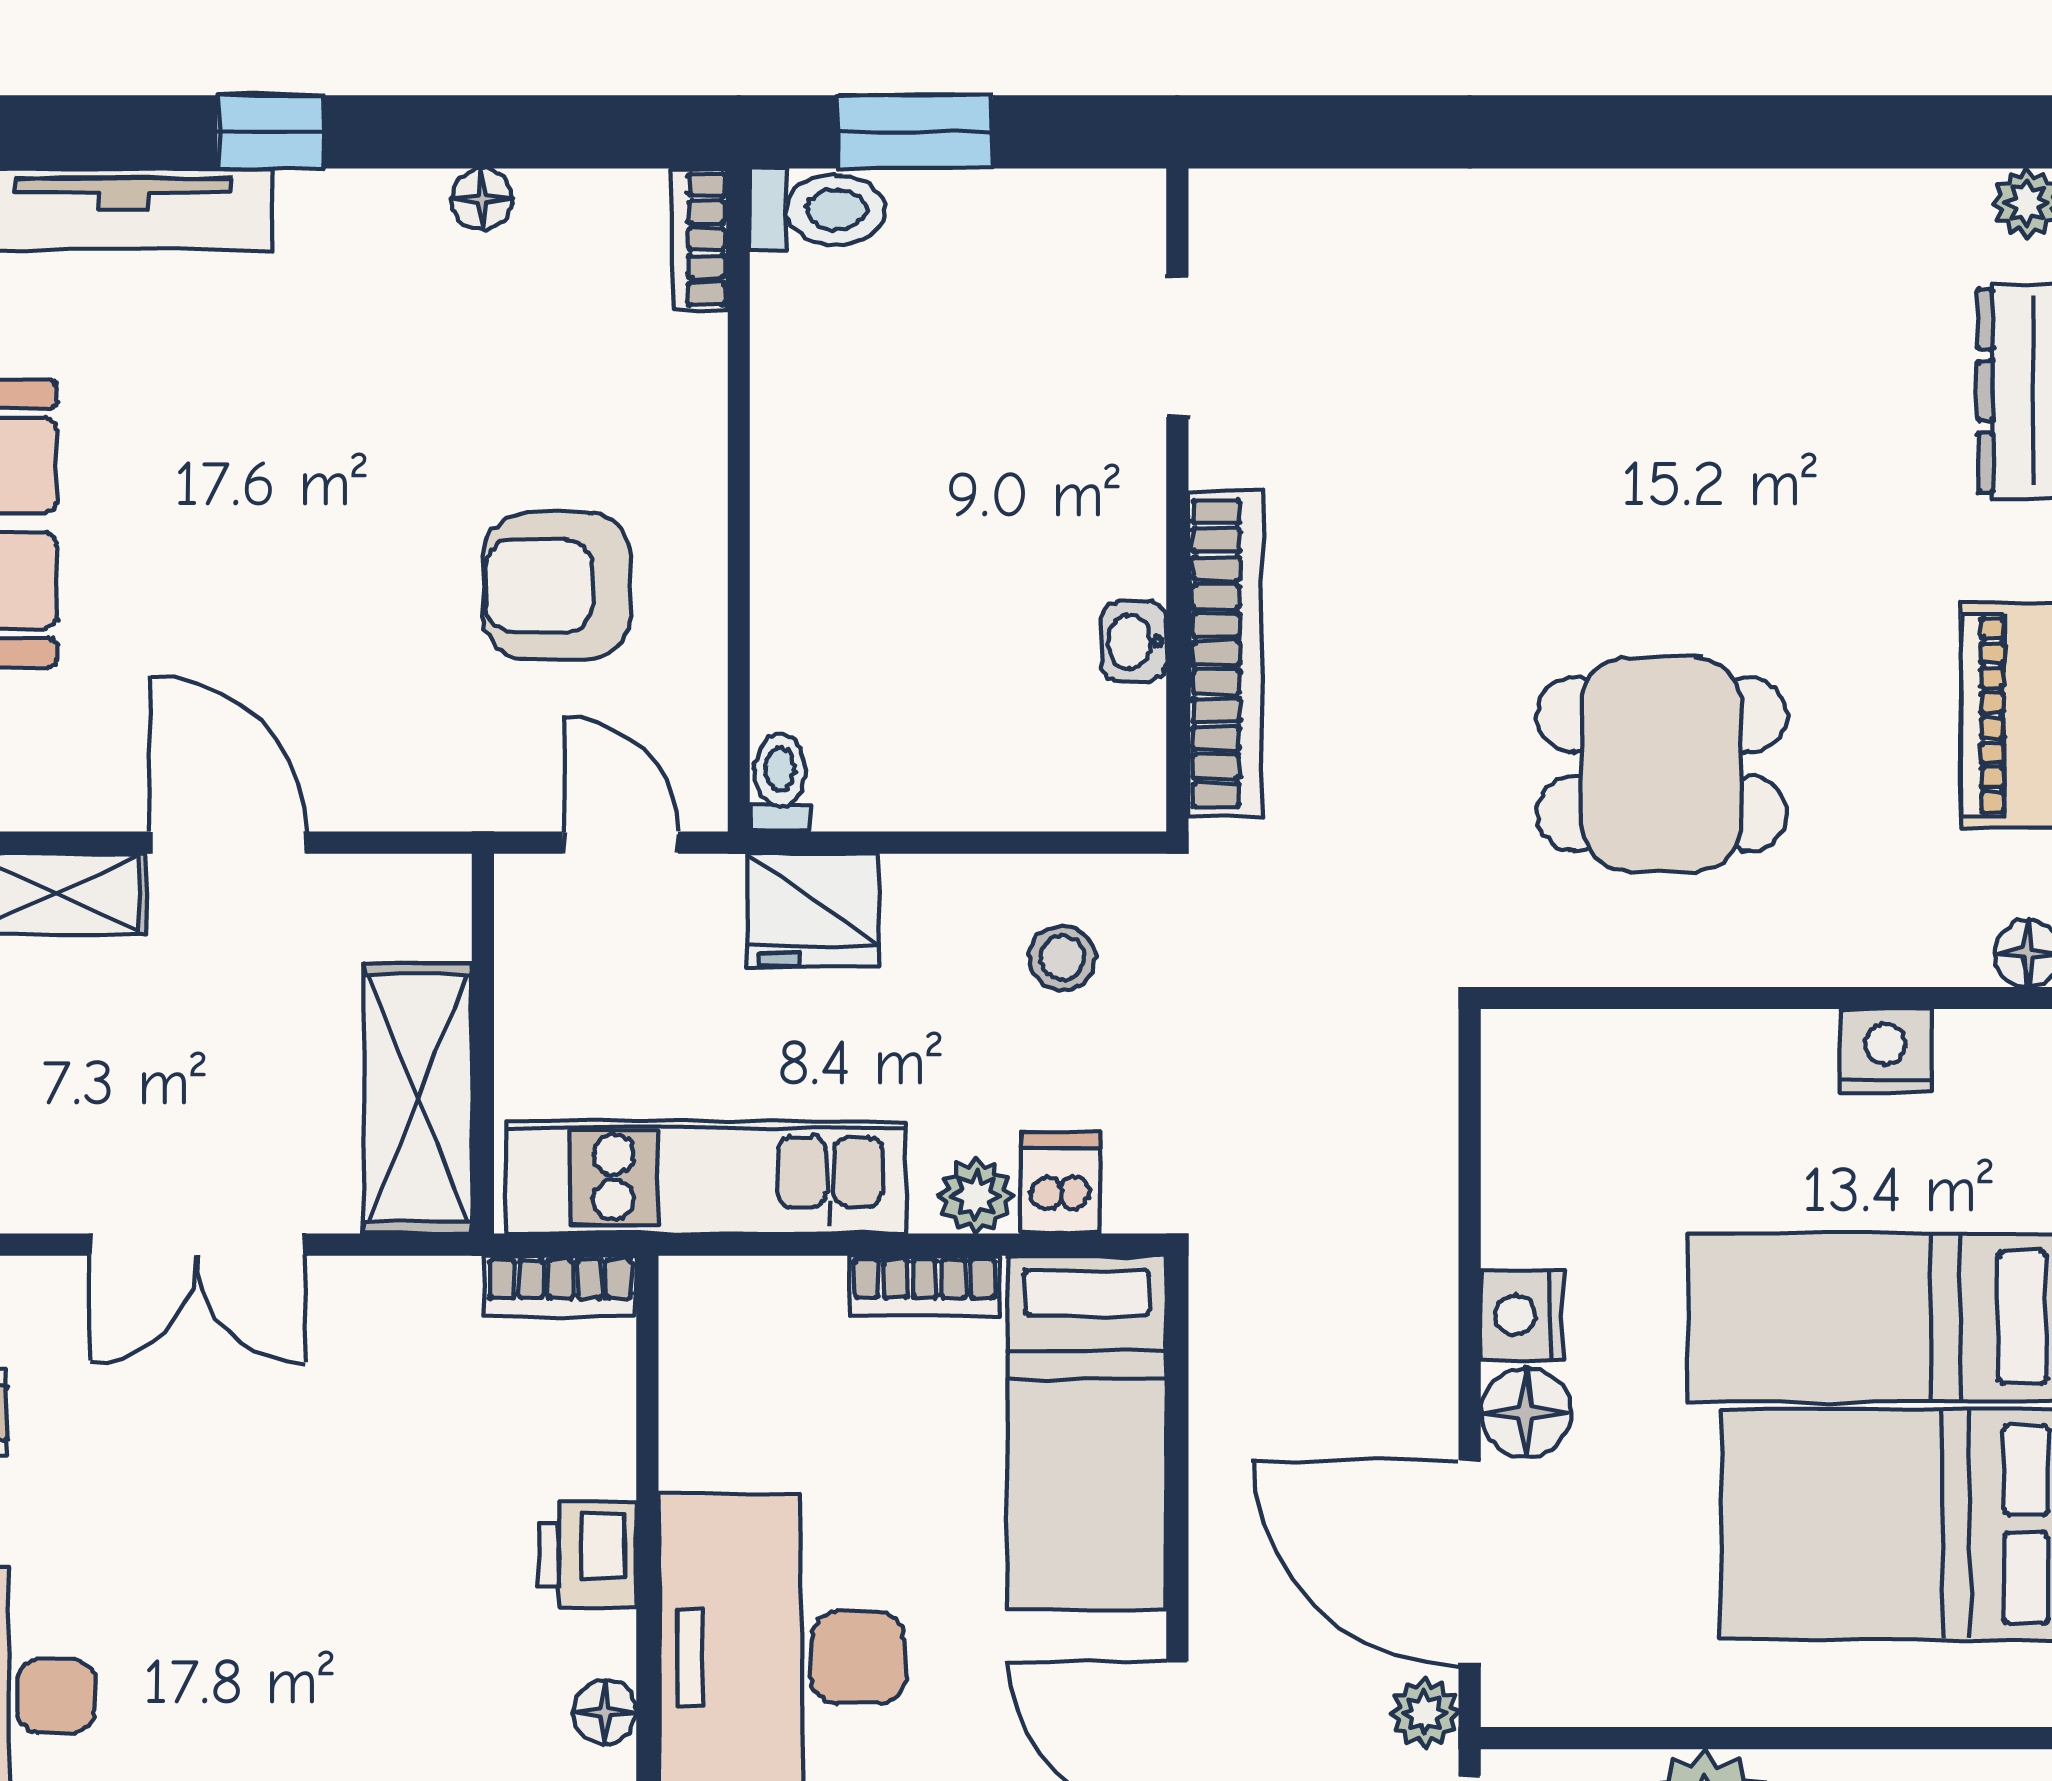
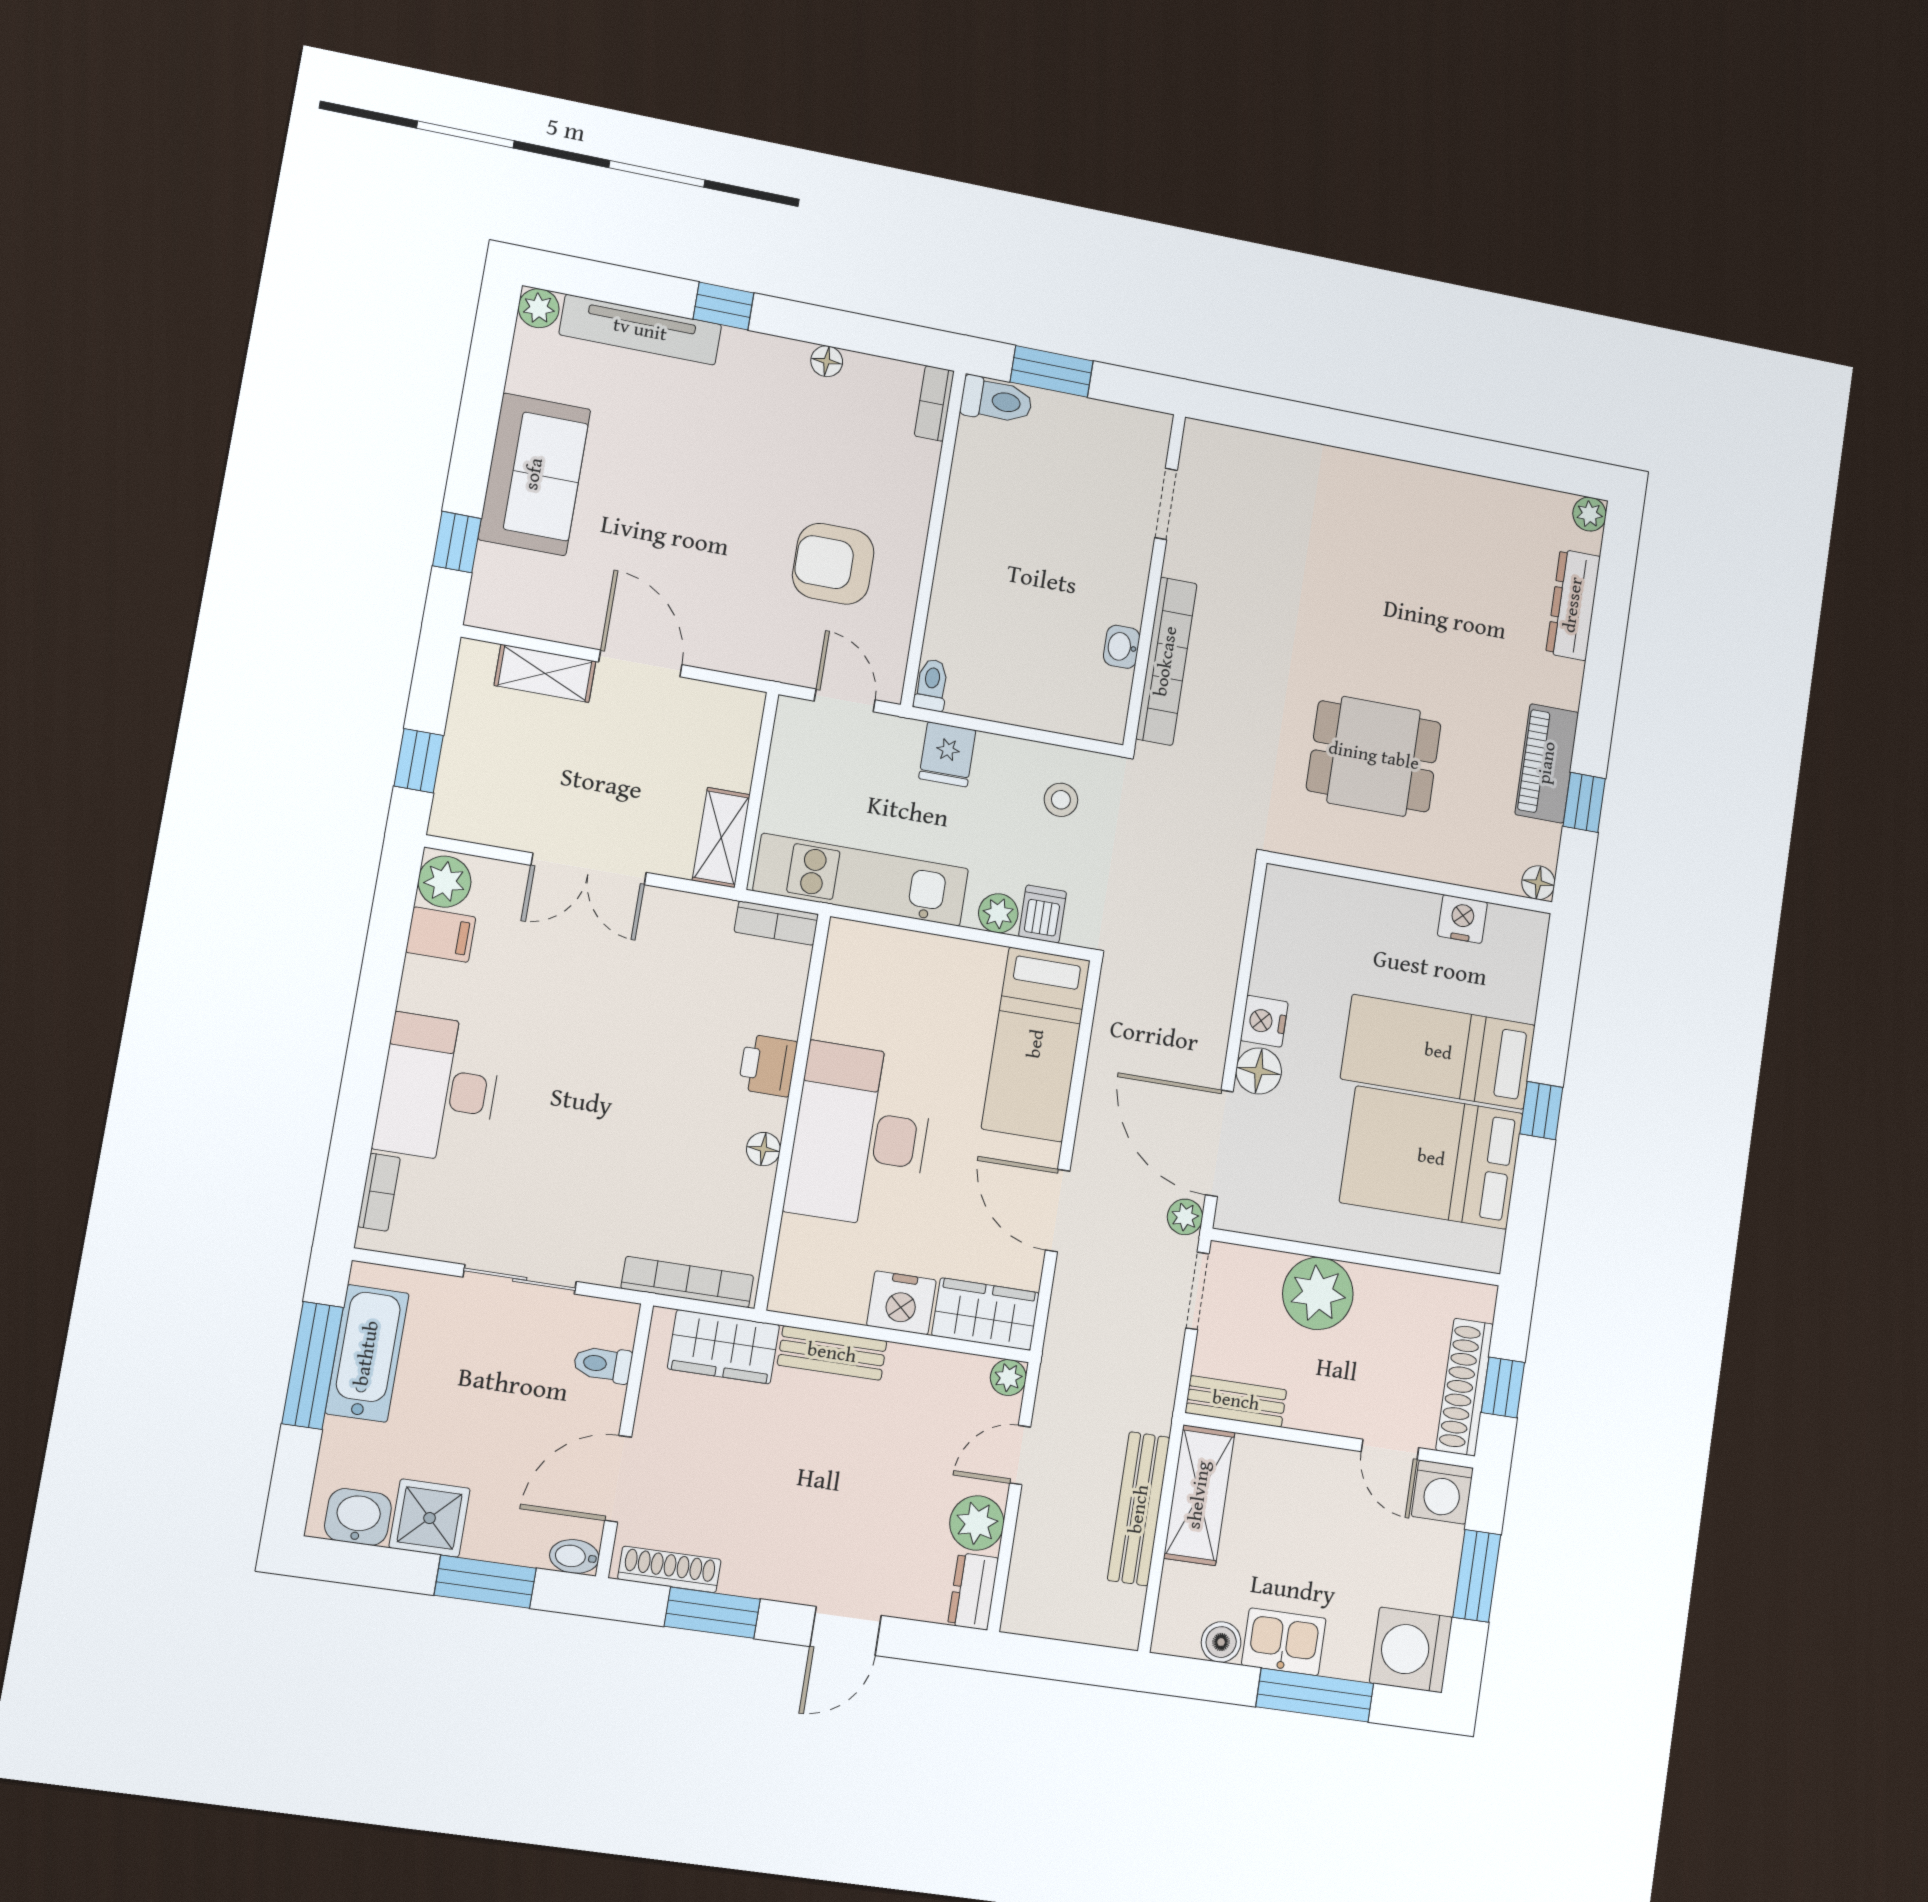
fridge: (813, 910) -> (947, 754), width x0.72
shelving: (418, 1098) -> (721, 838), width x0.67, depth x0.75
bookcase: (925, 1286) -> (965, 955), removed

